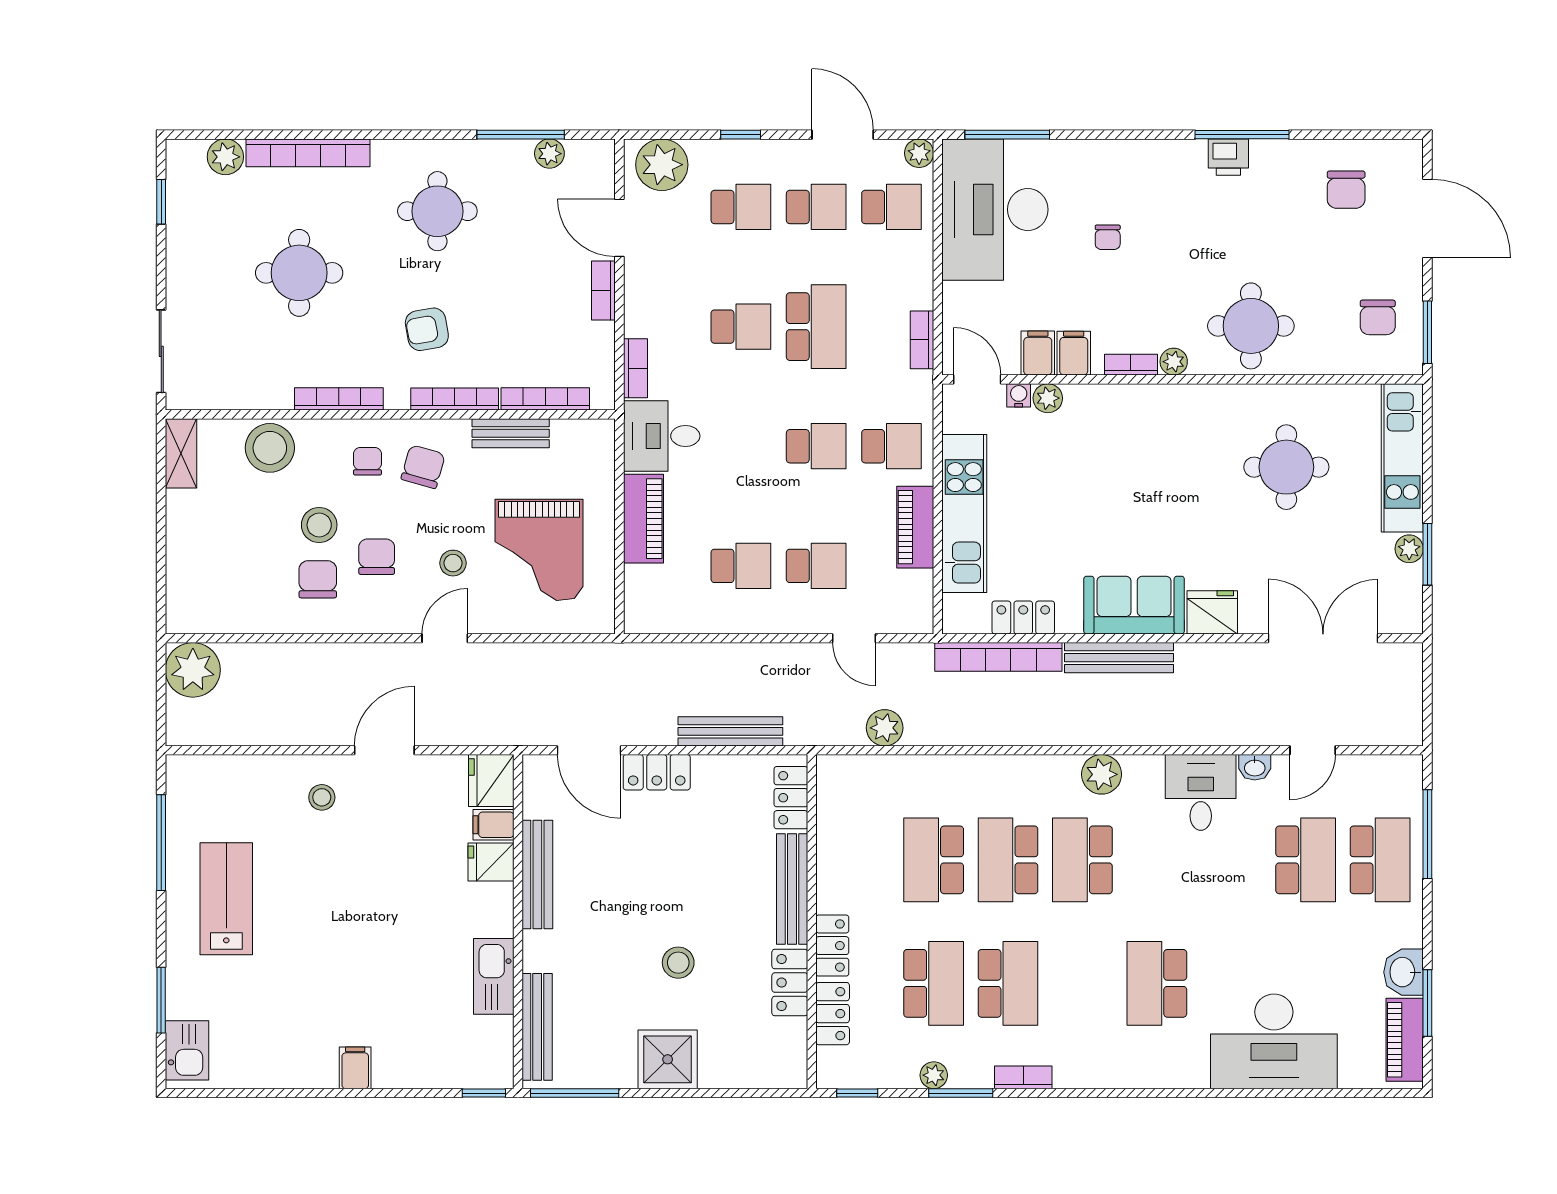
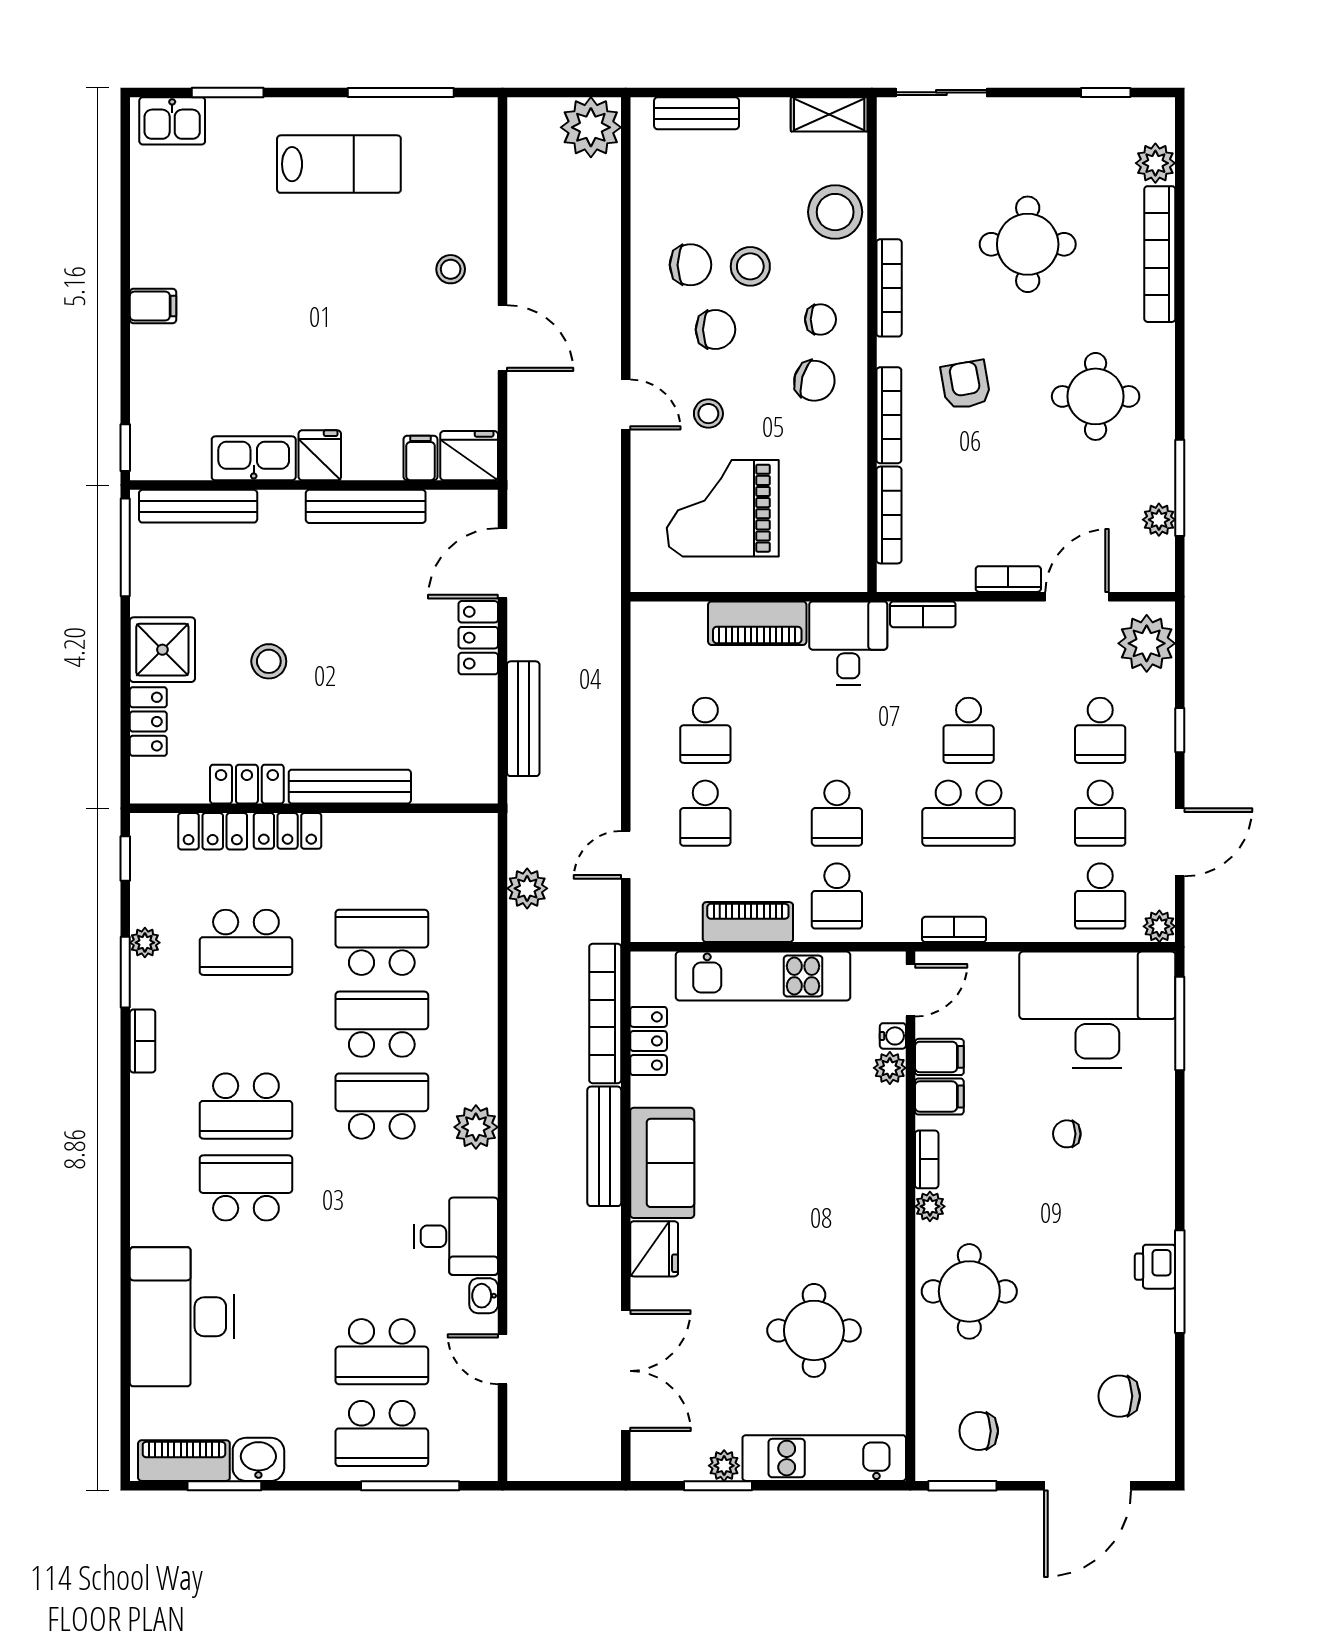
bench: (511, 433) -> (697, 113), moved, turned 90
locker: (791, 798) -> (148, 722), moved, turned 90
fridge: (491, 862) -> (320, 455), moved
school desk: (1008, 983) -> (246, 1106), moved

